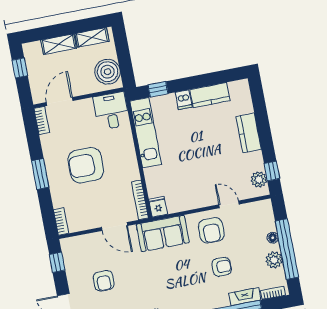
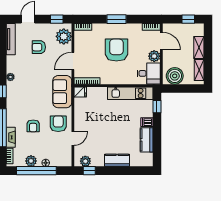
plant: (84, 108) -> (154, 56), added
armchair: (211, 230) -> (58, 124), turned 90
plant: (81, 247) -> (64, 36), added

